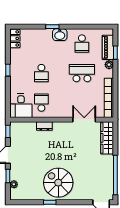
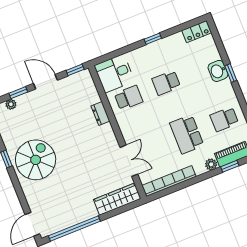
washbasin: (60, 35) -> (218, 71), moved
school desk: (82, 73) -> (187, 134), turned 180

